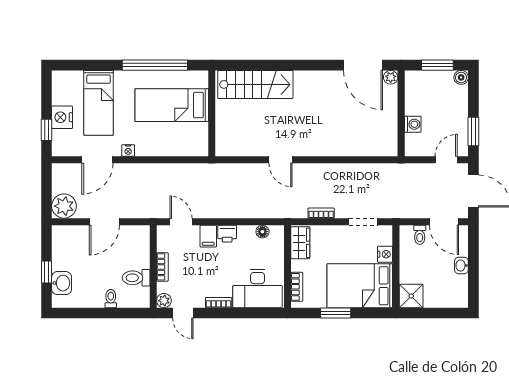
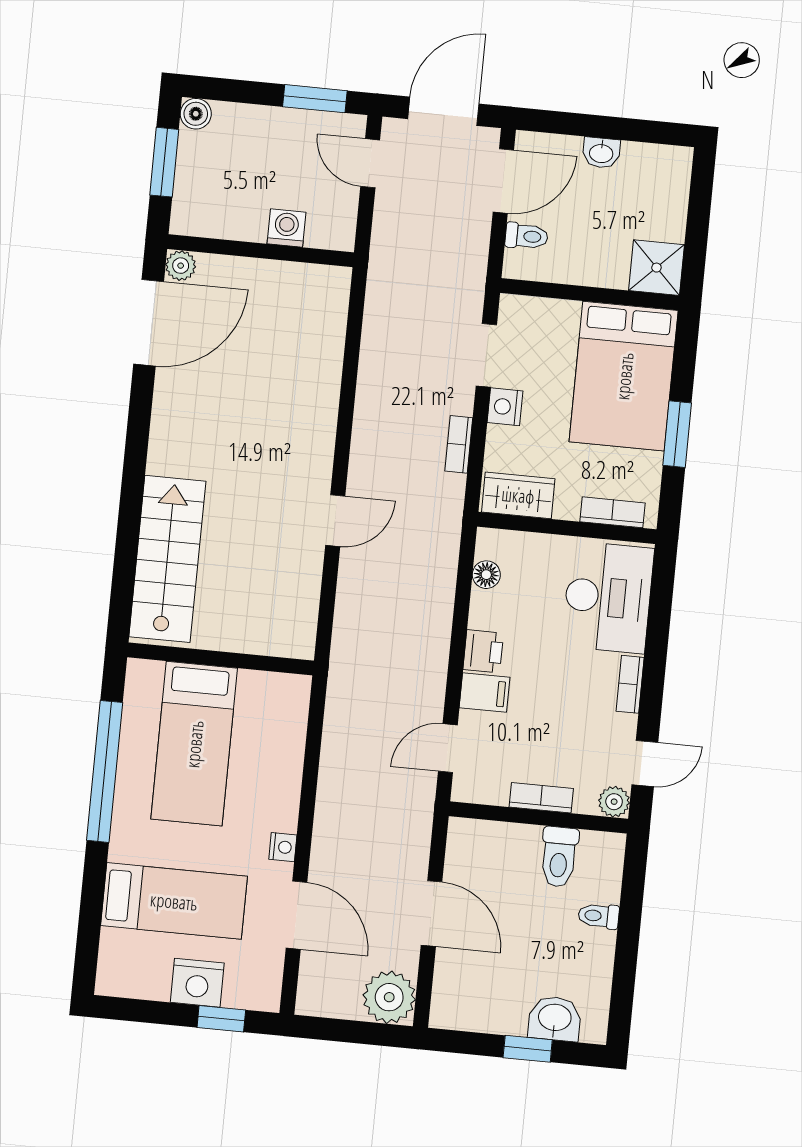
nightstand: (385, 254) -> (505, 407), moved, turned -90

